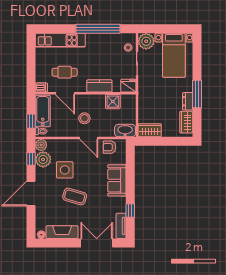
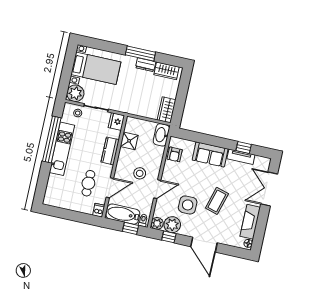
kitchen unit: (60, 40) -> (62, 149), moved
door: (89, 138) -> (157, 189), moved
tv unit: (121, 226) -> (241, 157), moved

